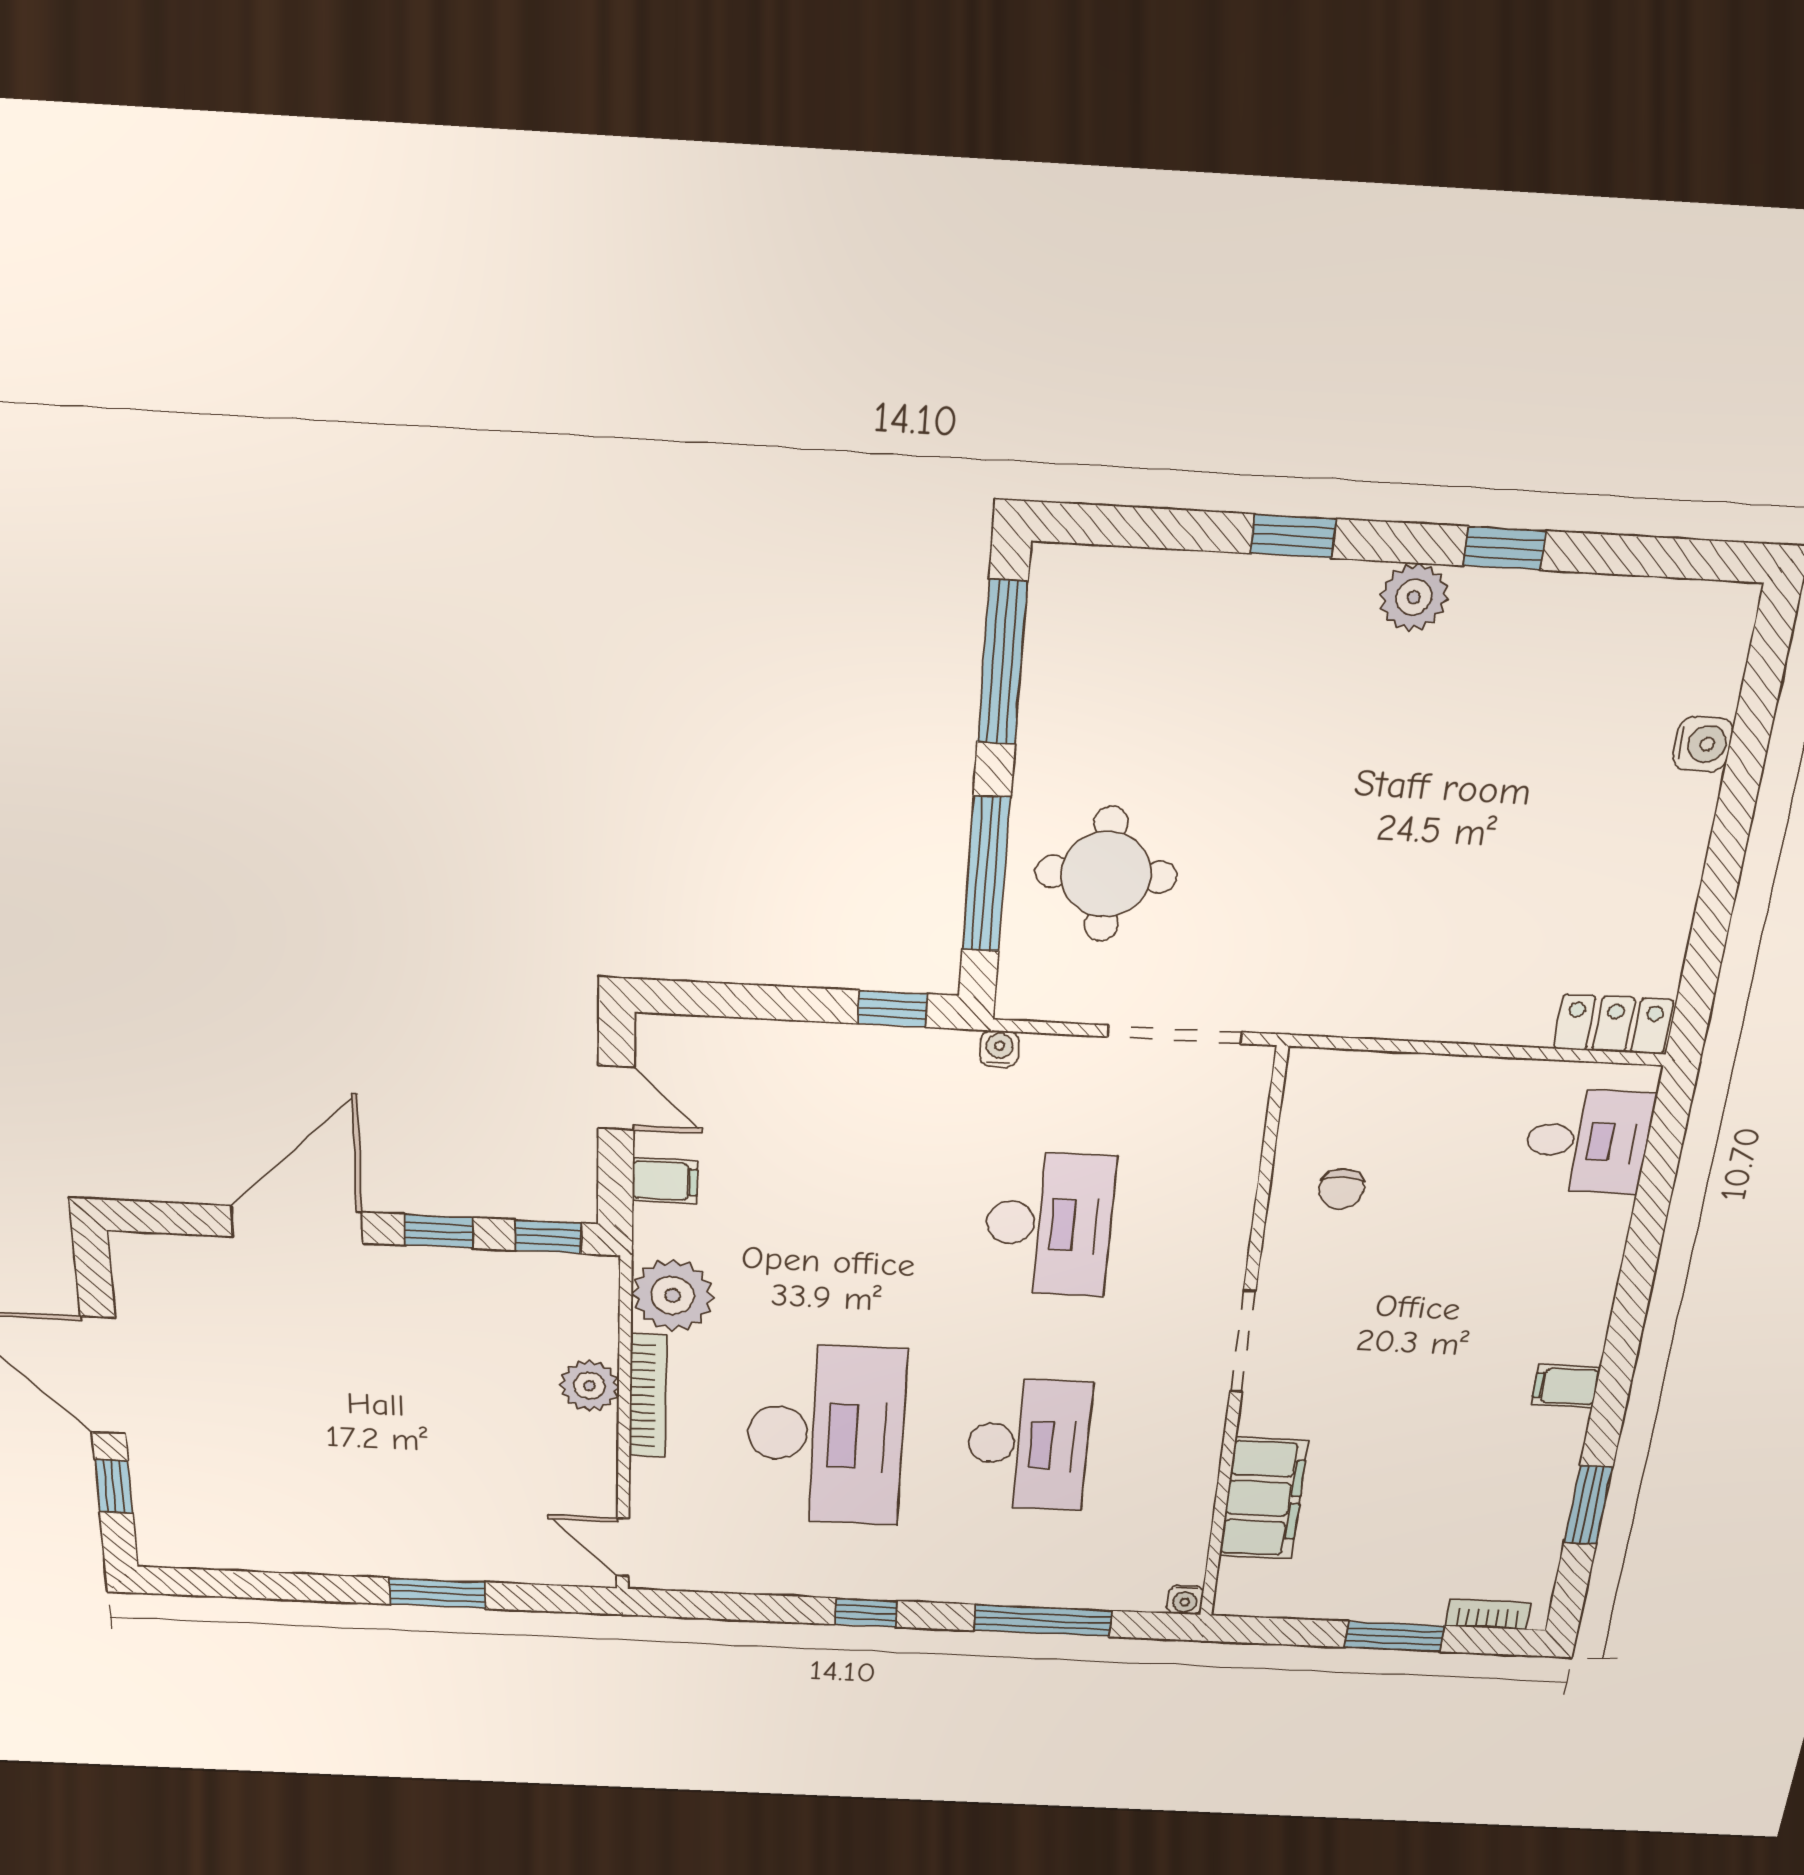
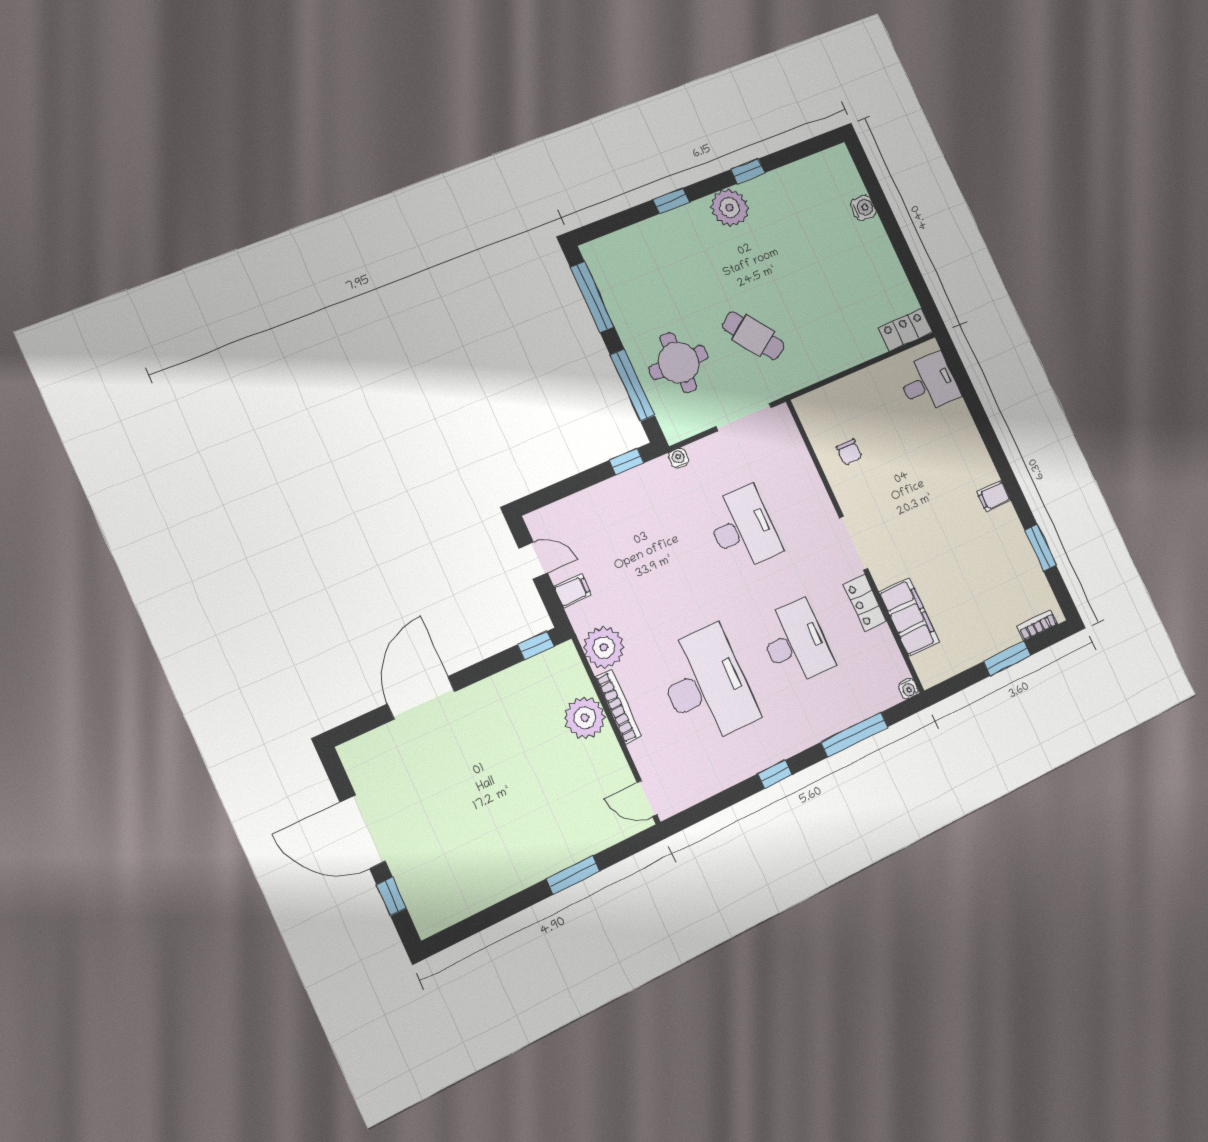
plant: (1414, 597) -> (730, 208), width x1.36, depth x1.36
cafe table: (1293, 893) -> (753, 336), added
window: (439, 1231) -> (486, 668), removed
plant: (589, 1386) -> (585, 718), width x1.36, depth x1.36
locker: (1198, 1442) -> (865, 603), added

